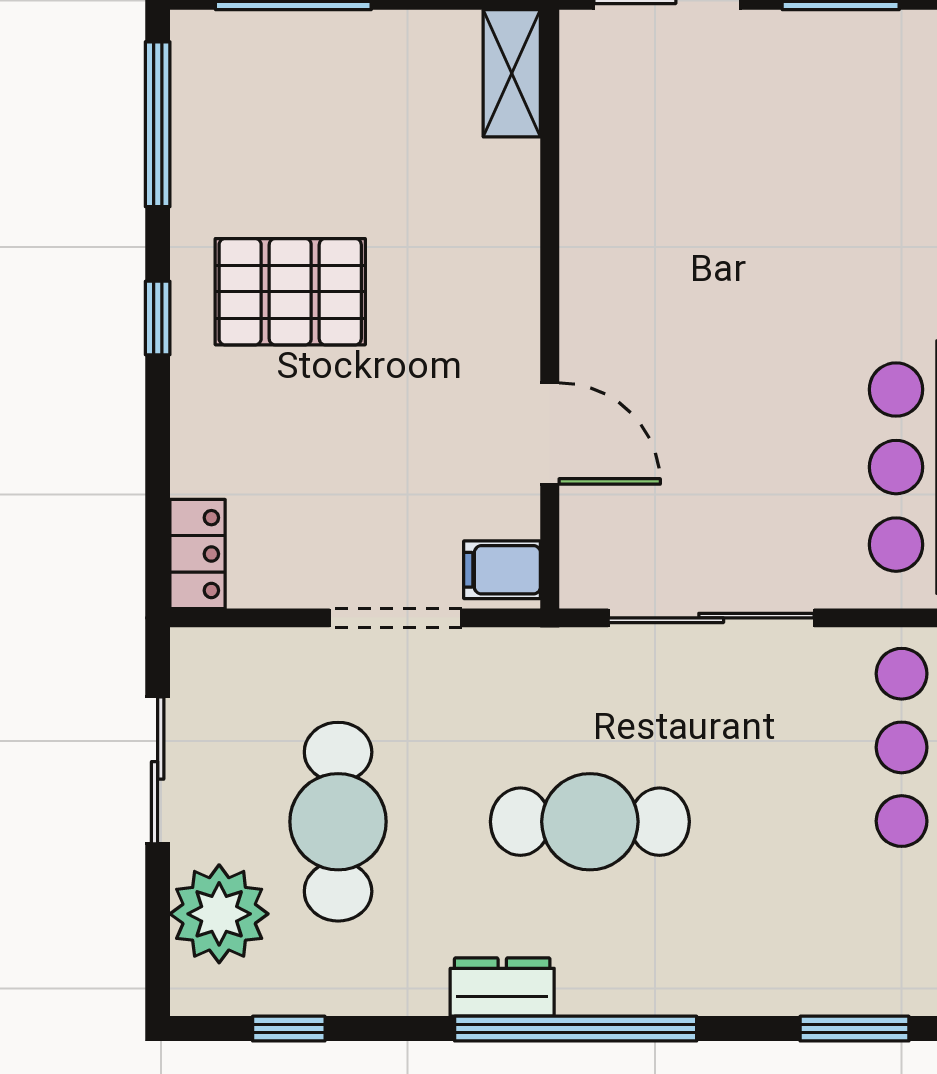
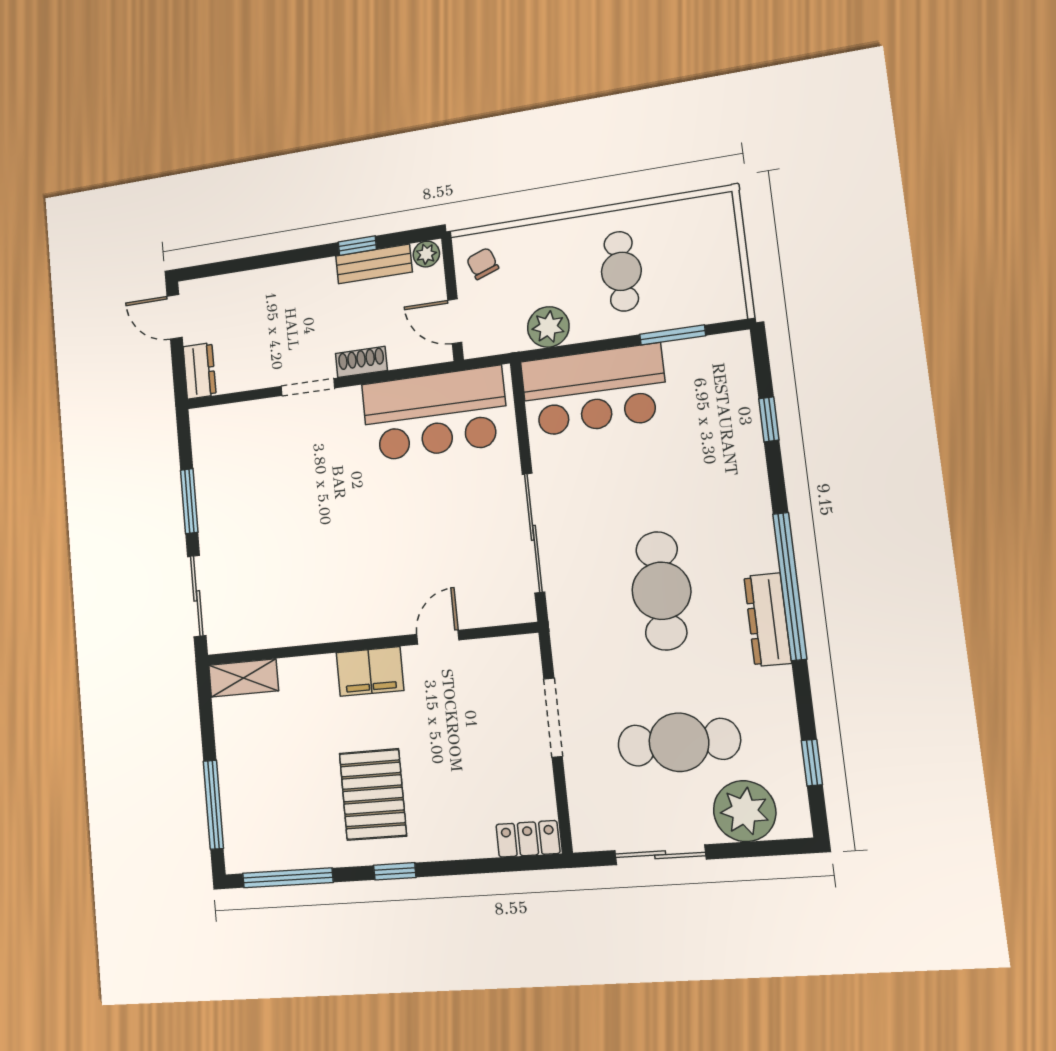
door: (550, 434) -> (438, 637), width x0.73
filing cabinet: (502, 570) -> (370, 671), moved, width x2.00
dresser: (502, 987) -> (768, 620), width x1.44
window: (855, 1029) -> (769, 419), width x0.67

